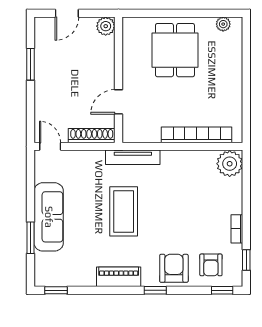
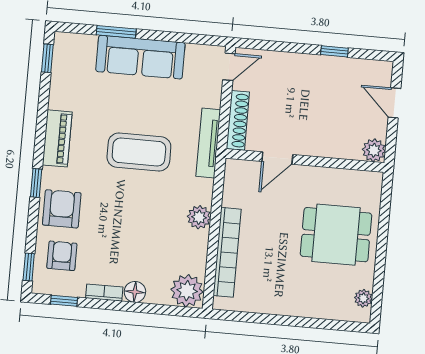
window: (30, 64) -> (334, 51), width x0.67
door: (119, 102) -> (277, 158), swing flipped
tv unit: (133, 157) -> (208, 143), moved
plant: (171, 159) -> (199, 217), added
floor lamp: (234, 205) -> (135, 292), added
armchair: (211, 265) -> (62, 256), turned 90
armchair: (174, 268) -> (62, 209), turned -90

